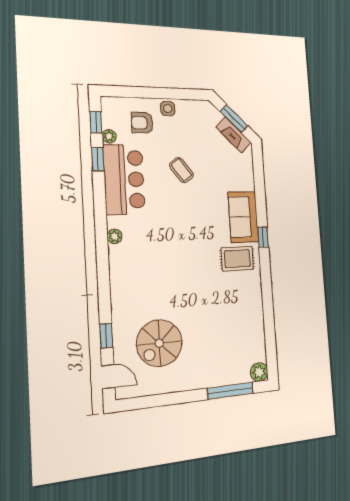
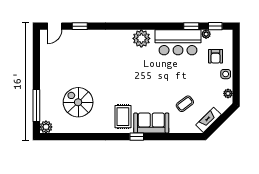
plant: (195, 106) -> (228, 93), added
window: (234, 119) -> (220, 121), removed
armchair: (142, 123) -> (216, 56), turned 180
coffee table: (181, 170) -> (185, 104), moved
plant: (115, 236) -> (141, 38), width x1.88, depth x1.88
spiral stairs: (159, 343) -> (78, 102), moved

